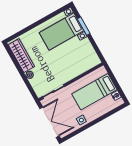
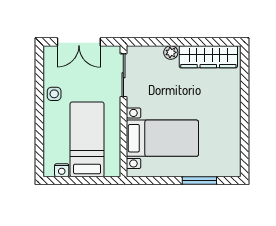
bed with nightstands: (61, 32) -> (162, 138), moved, turned 90
double door: (49, 122) -> (79, 42), width x0.73

